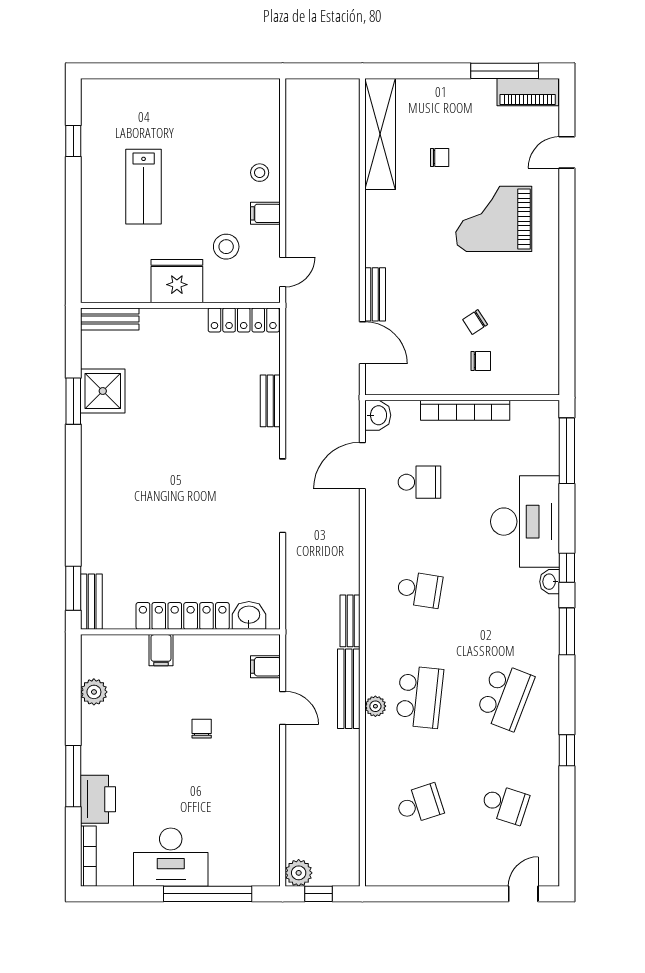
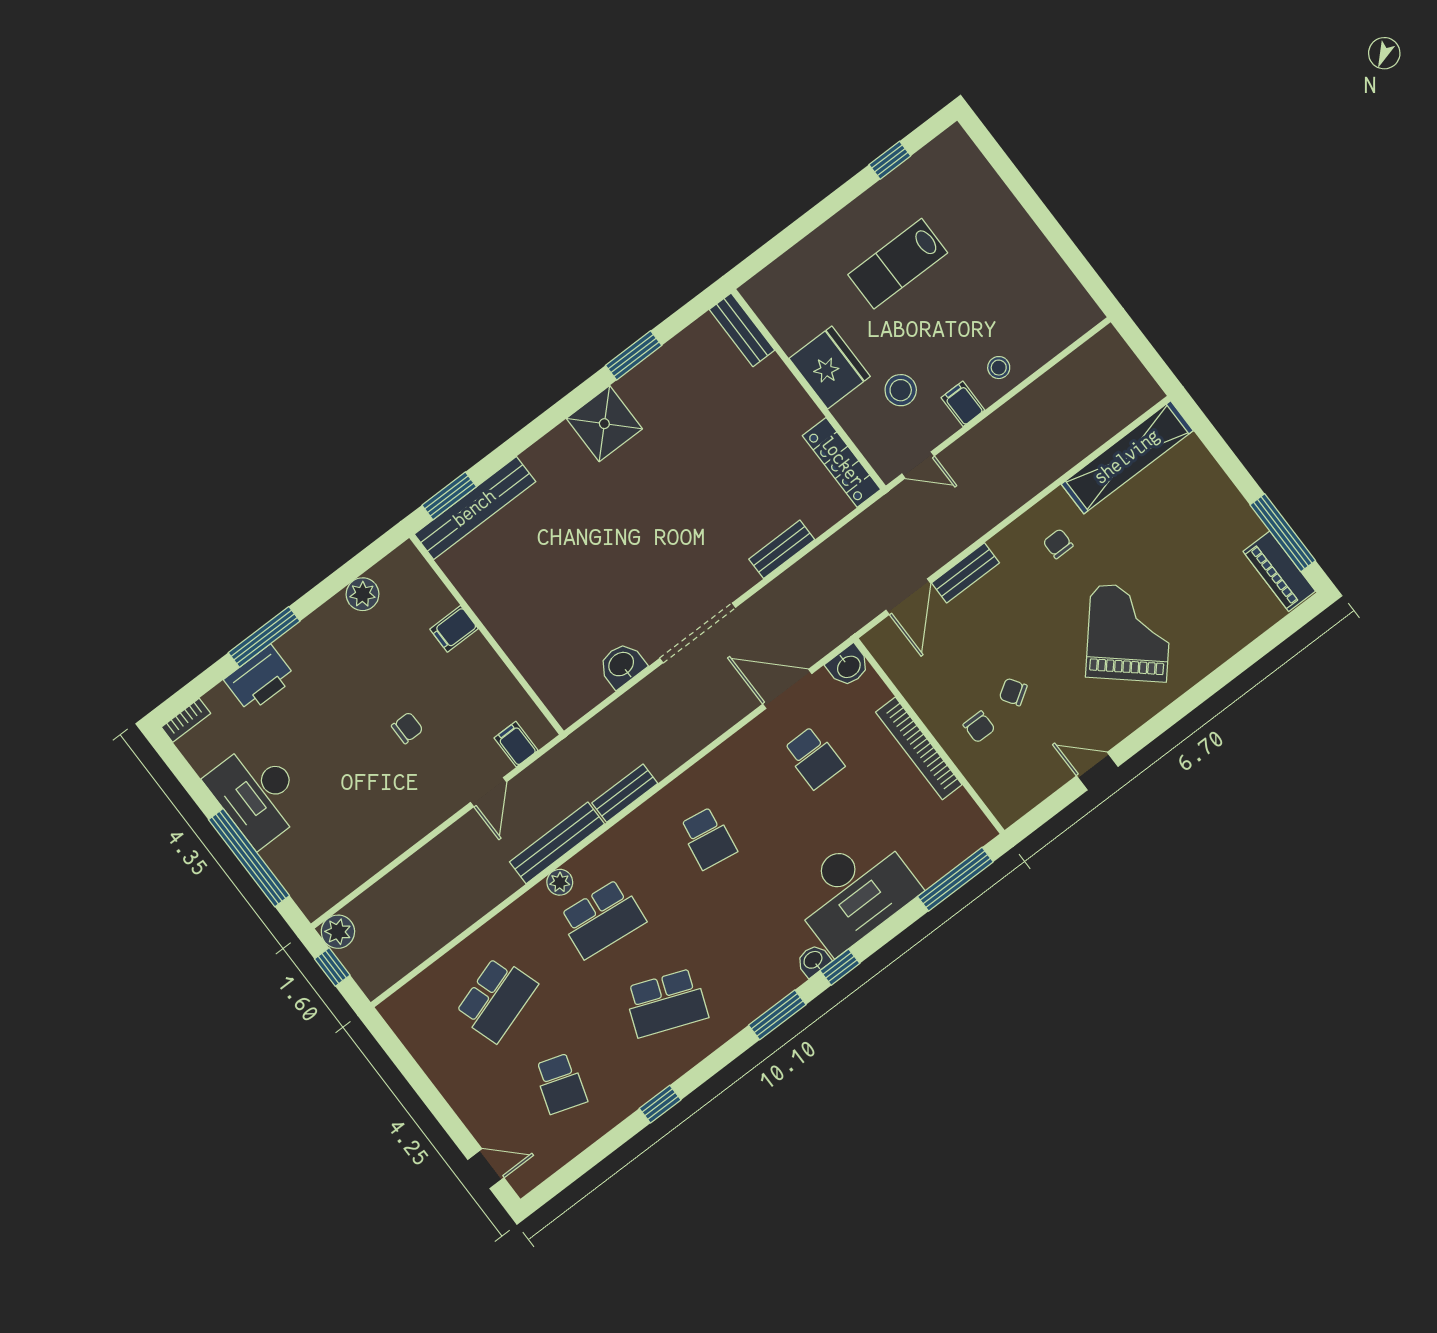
door: (567, 152) -> (1097, 771), moved
chair: (440, 157) -> (1058, 544), moved, turned 180
grand piano: (494, 219) -> (1129, 633), turned 41
shower: (103, 391) -> (604, 424), moved
bench: (91, 602) -> (475, 508), width x1.86, depth x1.21
washbasin: (249, 615) -> (622, 665), moved, turned -90
locker: (183, 616) -> (504, 625), removed
school desk: (420, 804) -> (496, 999), width x1.85
bookcase: (88, 856) -> (186, 720), width x0.64

